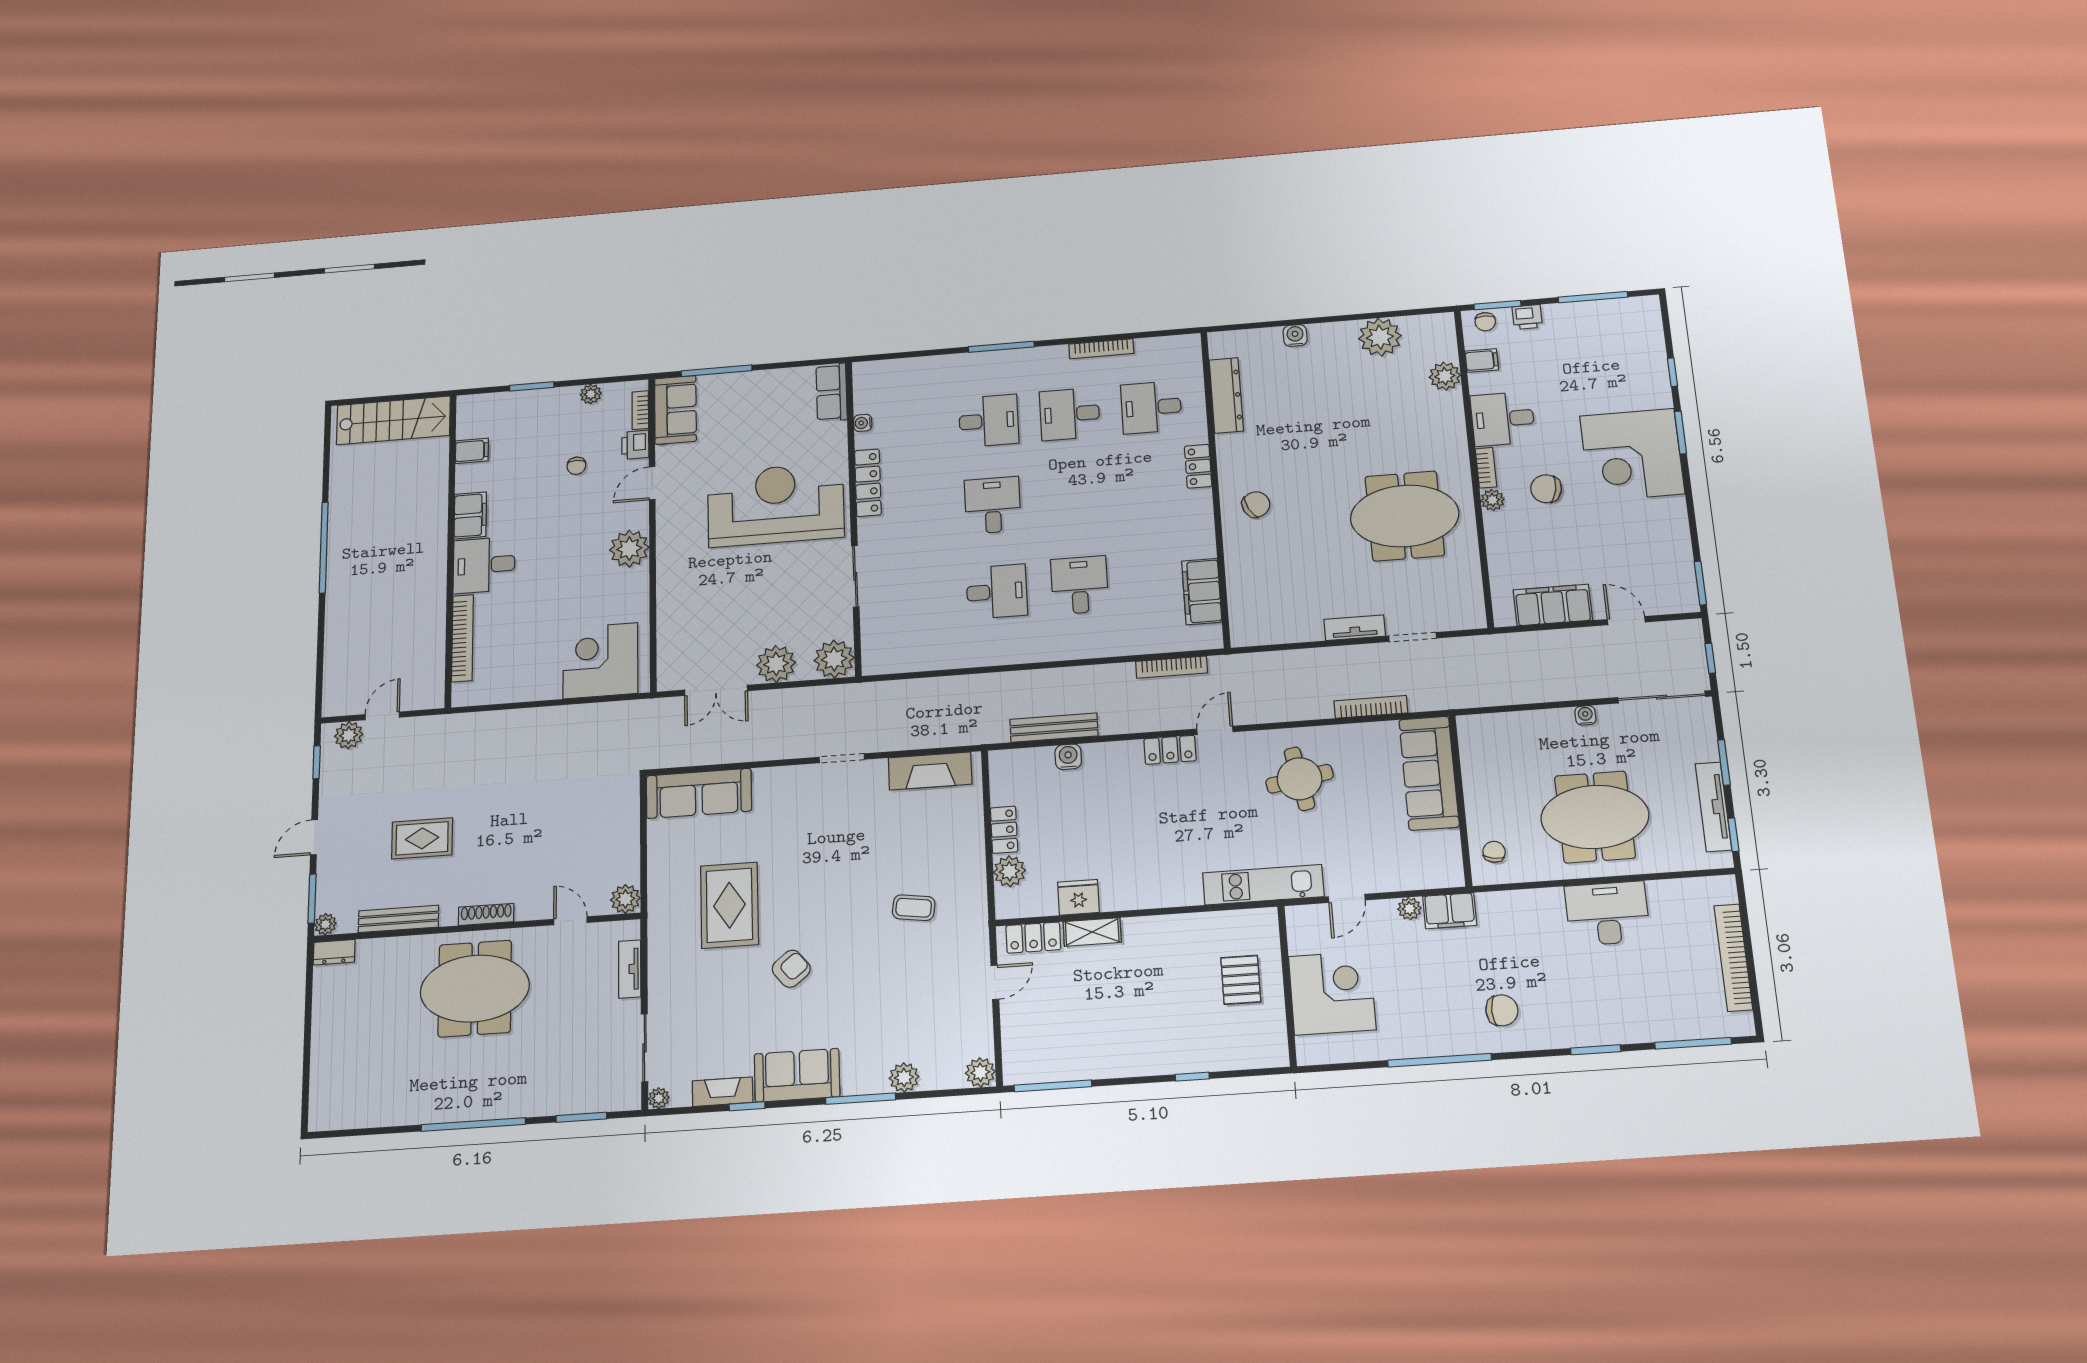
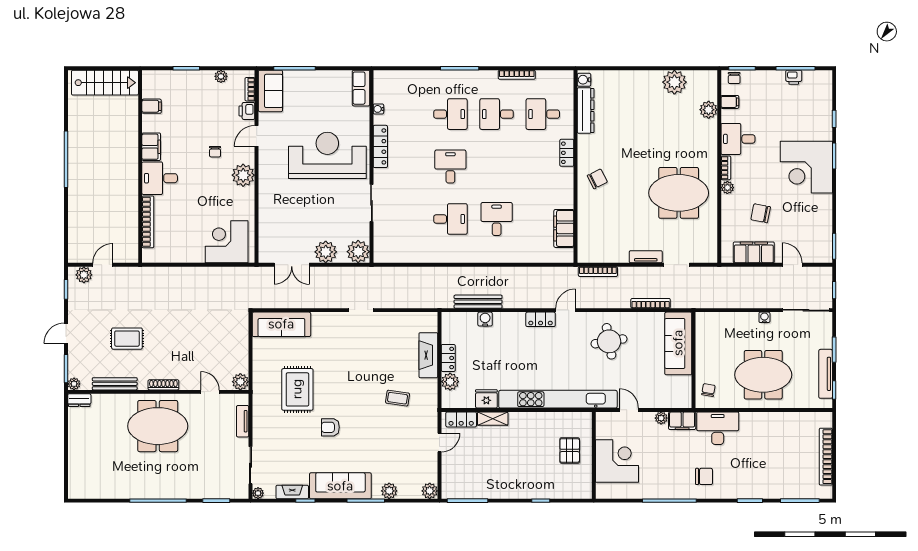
printer: (1527, 317) -> (794, 77), moved
water cooler: (1295, 336) -> (584, 80), moved, turned -90
chair: (576, 466) -> (215, 152), moved
chair: (1546, 489) -> (761, 213), moved
bookcase: (1172, 667) -> (598, 272), moved
fireplace: (930, 771) -> (428, 355), moved, turned 90
kitchen unit: (1263, 885) -> (558, 399), width x1.86
door: (1347, 898) -> (629, 410), swing flipped
desk: (1607, 913) -> (718, 428), moved
armchair: (791, 969) -> (330, 427), turned -141
sofa: (797, 1075) -> (340, 486), width x1.36

